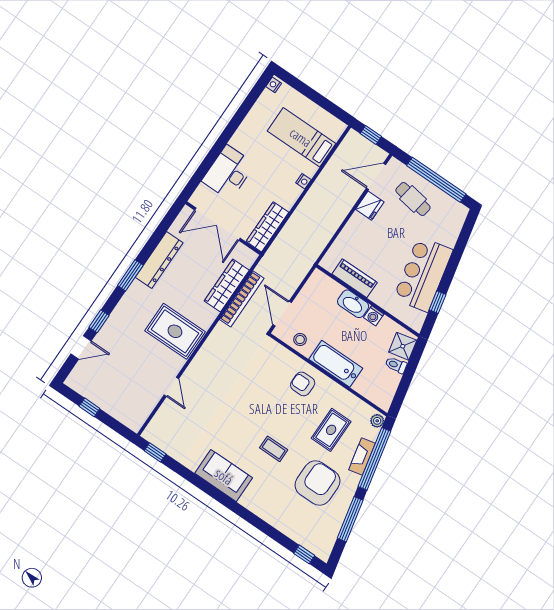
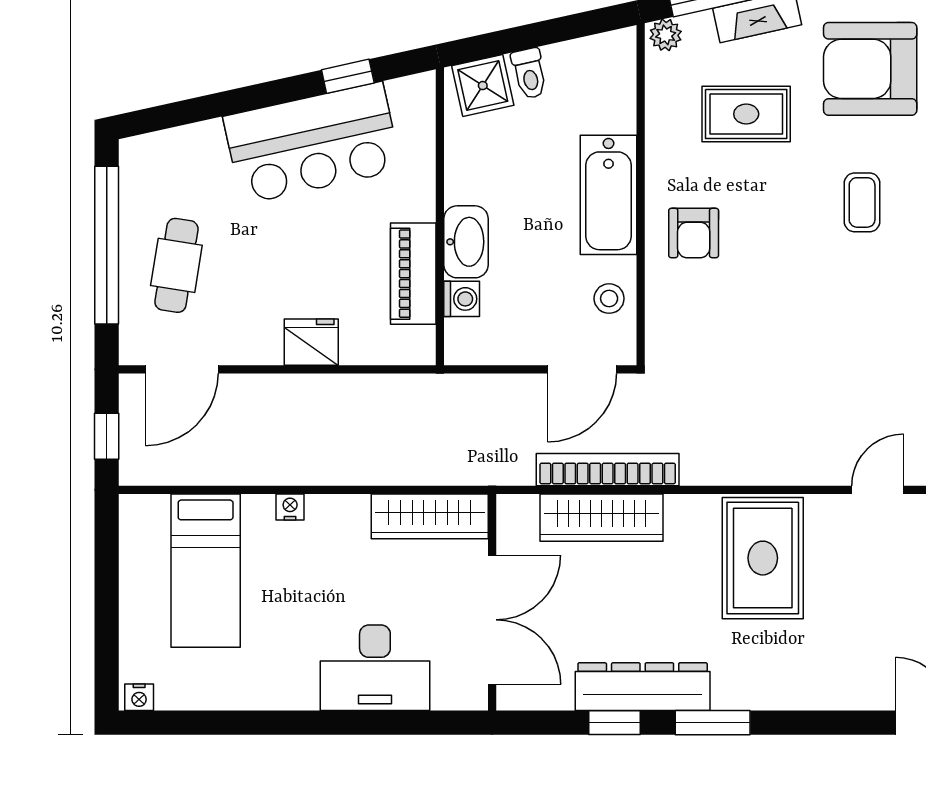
door: (376, 176) -> (182, 369), hinge flipped
fridge: (370, 206) -> (311, 342), moved
washing machine: (374, 316) -> (462, 299), moved
window: (99, 321) -> (615, 723), moved

